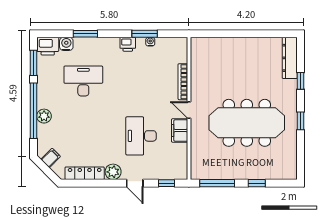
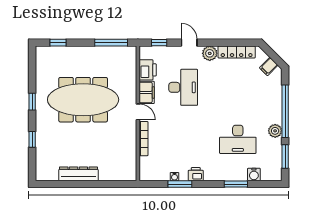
printer: (48, 46) -> (148, 70), moved, turned 90
dresser: (290, 58) -> (78, 174), moved, turned -90
plant: (44, 116) -> (275, 131), moved
window: (257, 183) -> (58, 43), moved

